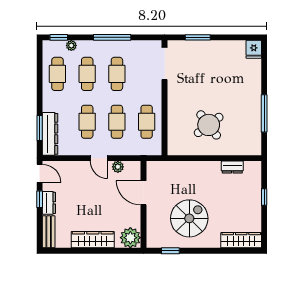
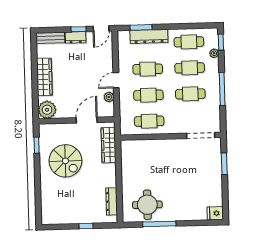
round table: (209, 125) -> (147, 205), moved, turned 37
dresser: (50, 134) -> (149, 36), moved
dresser: (232, 167) -> (112, 201), width x1.44
wardrobe: (241, 240) -> (109, 145), moved, turned 180

